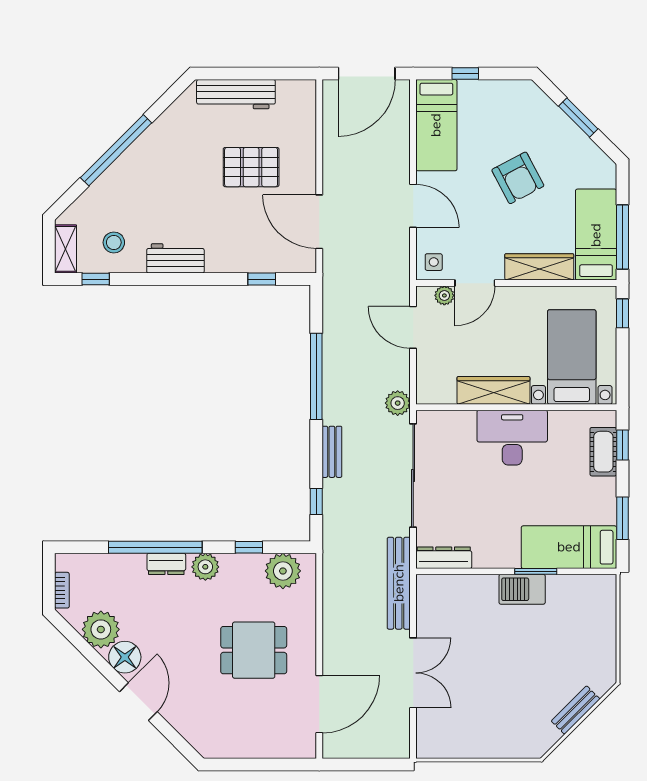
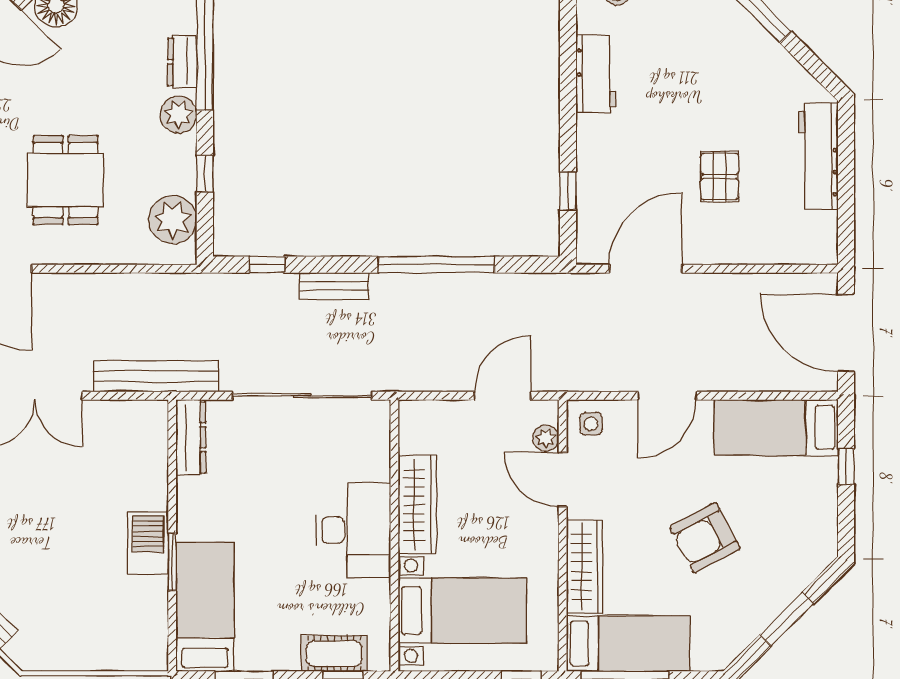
pallet: (251, 167) -> (720, 177), width x0.67, depth x0.71
plant: (398, 403) -> (400, 375), removed

